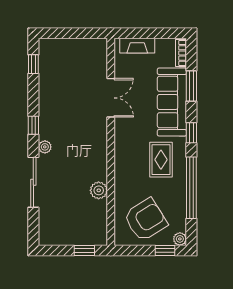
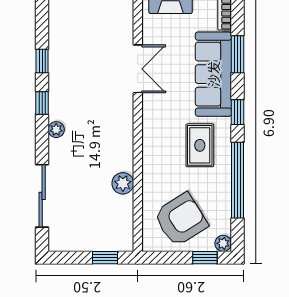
window: (33, 64) -> (42, 61), moved
sliding door: (33, 182) -> (42, 196), moved

